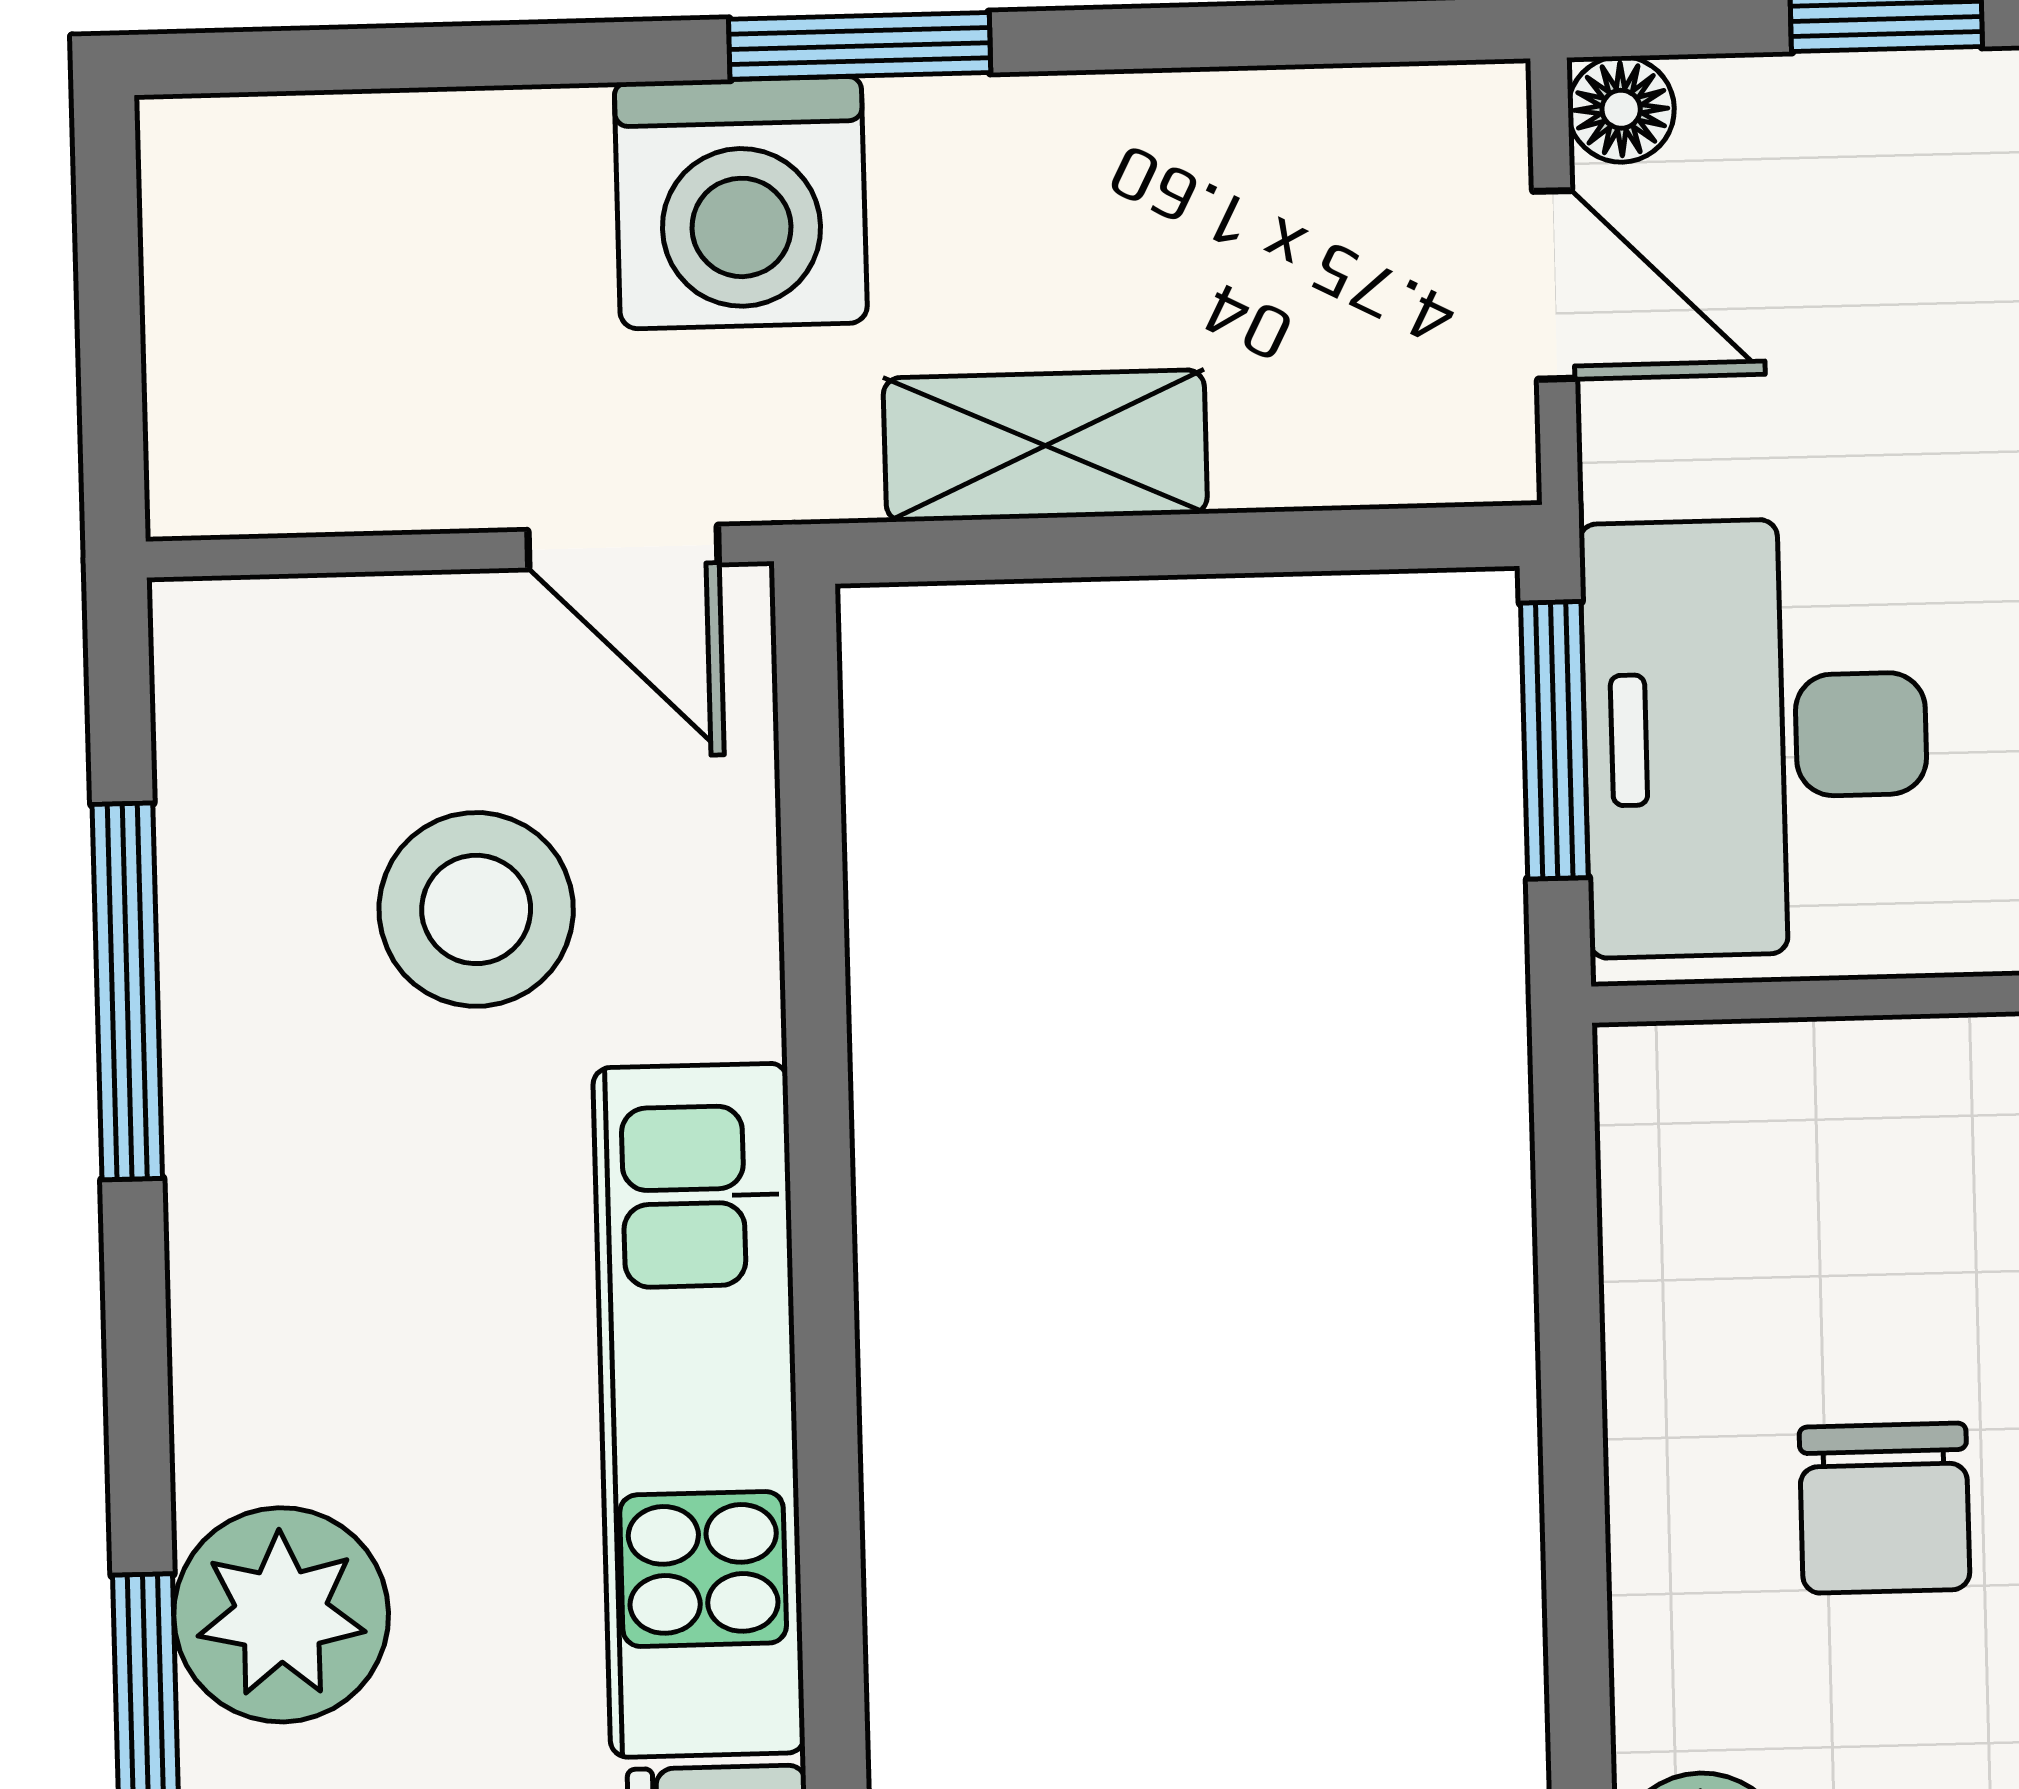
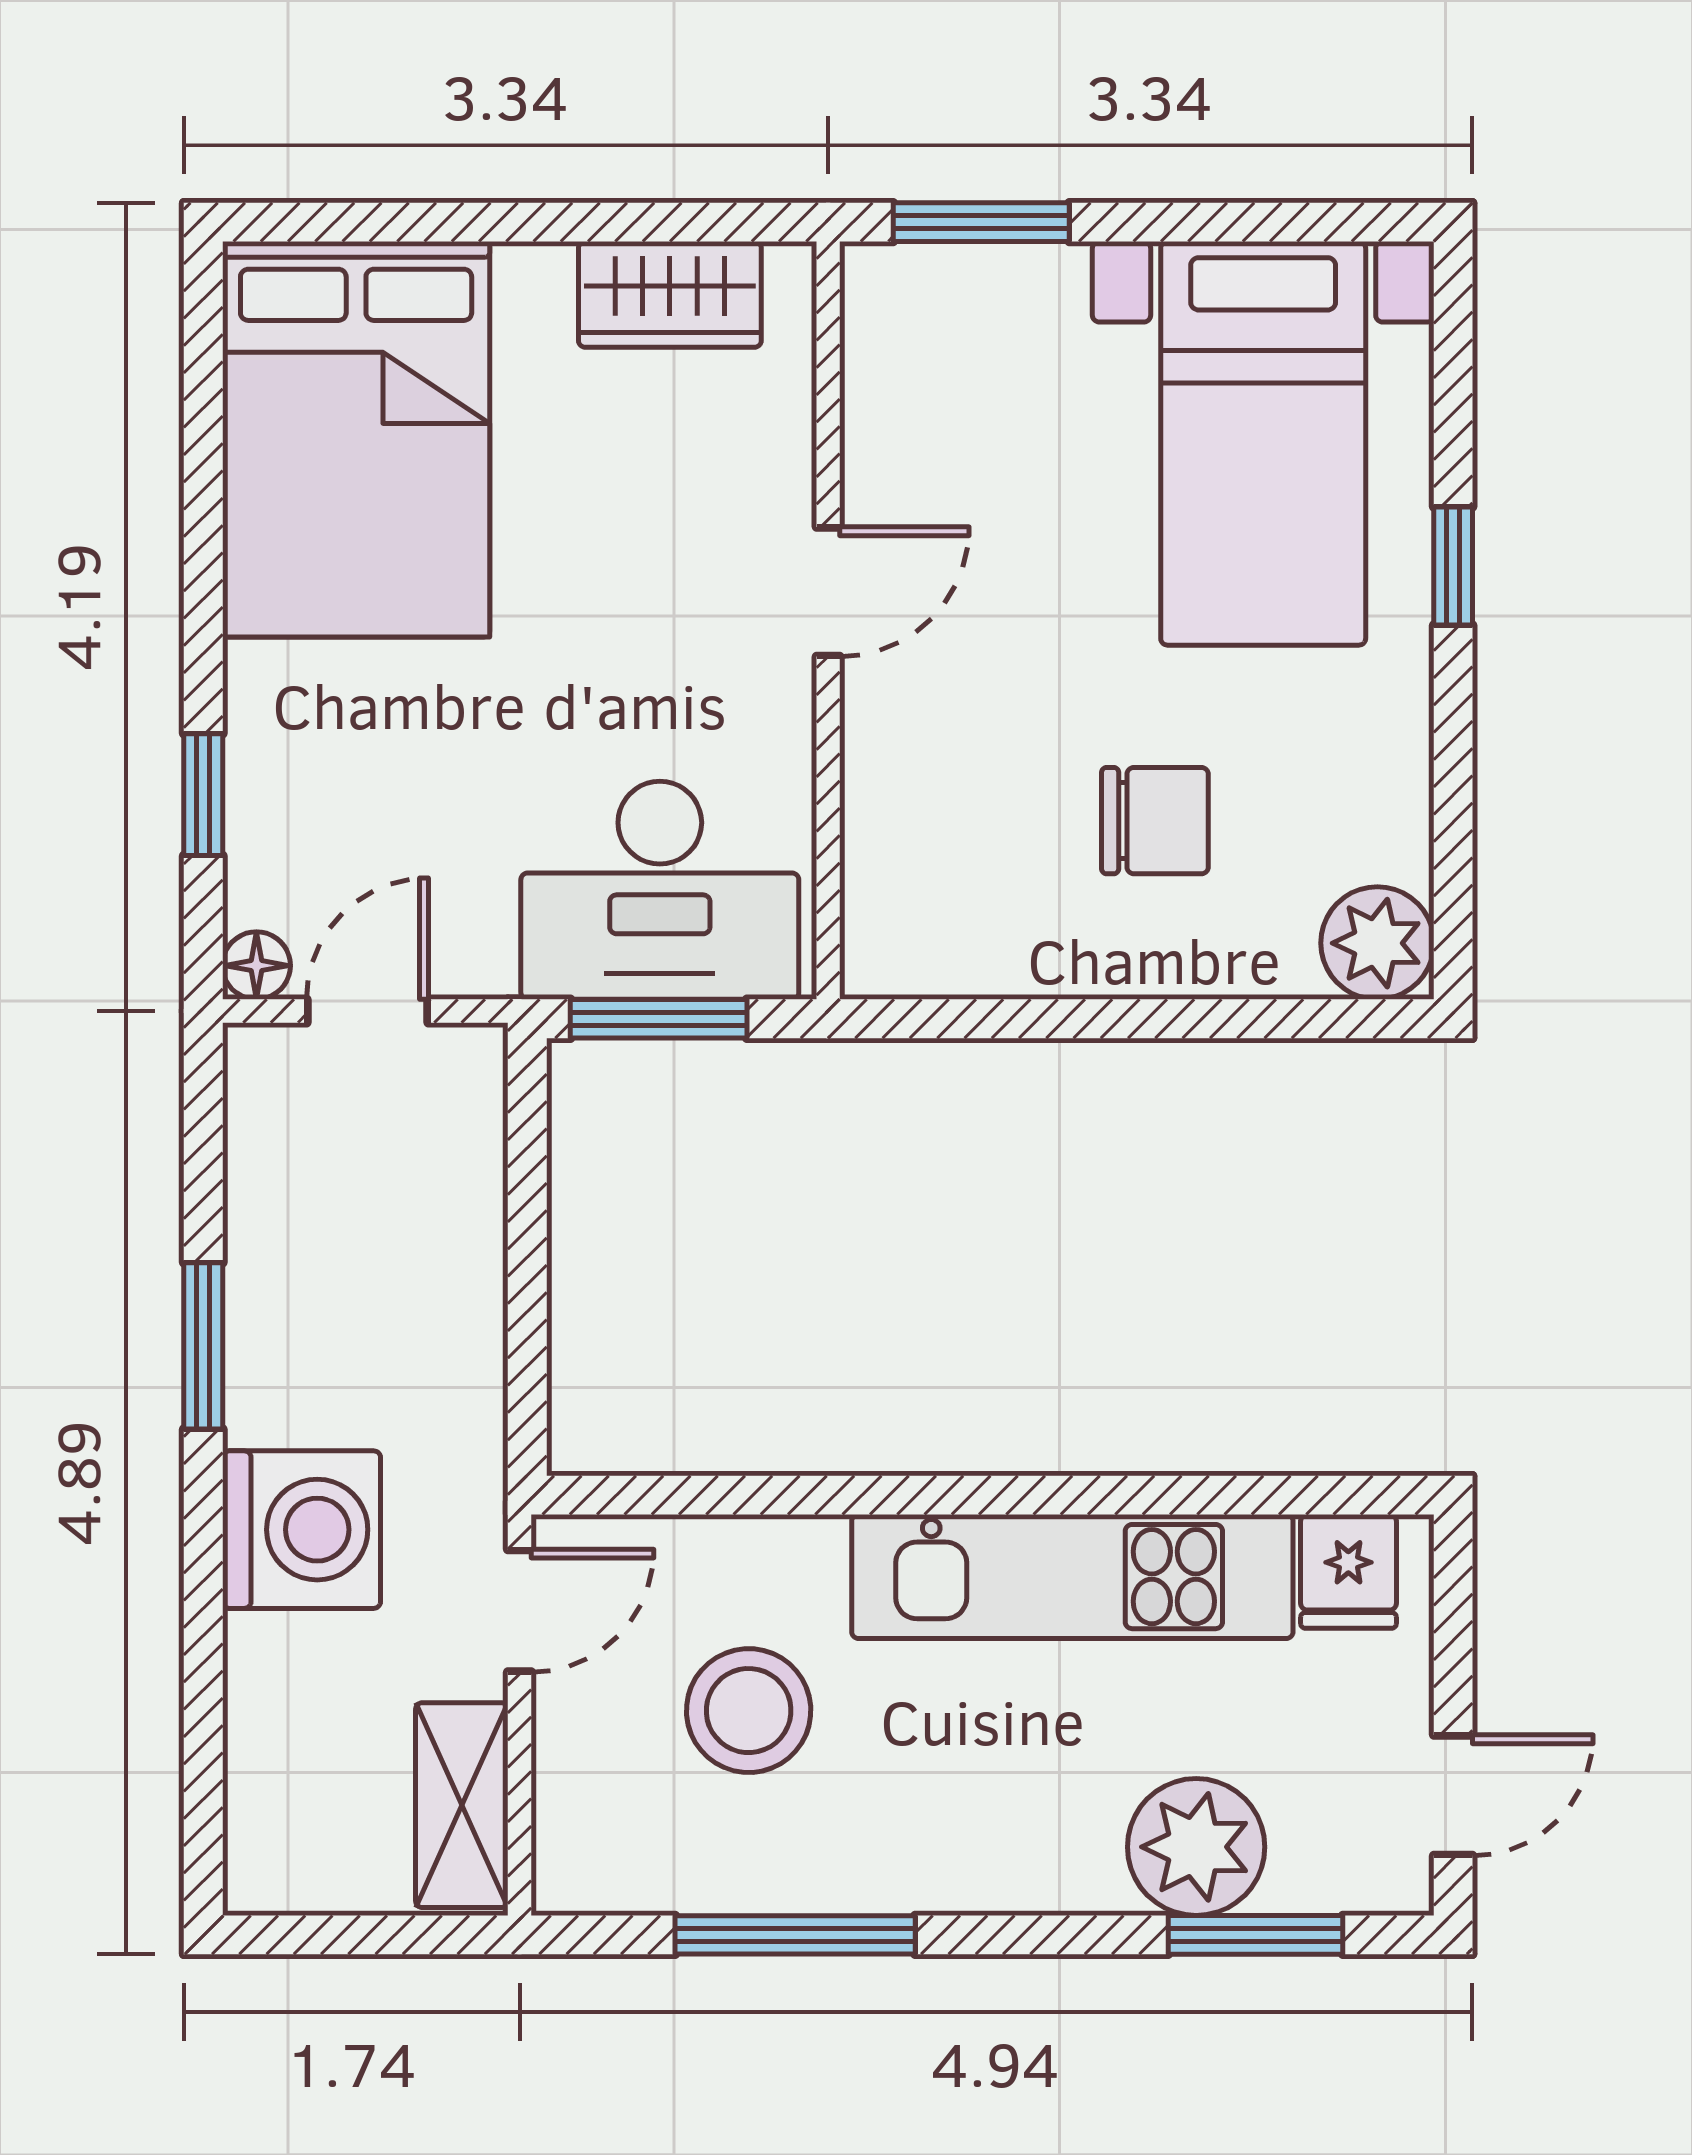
window: (860, 46) -> (203, 1346), moved
shelving: (1045, 446) -> (462, 1805), moved

